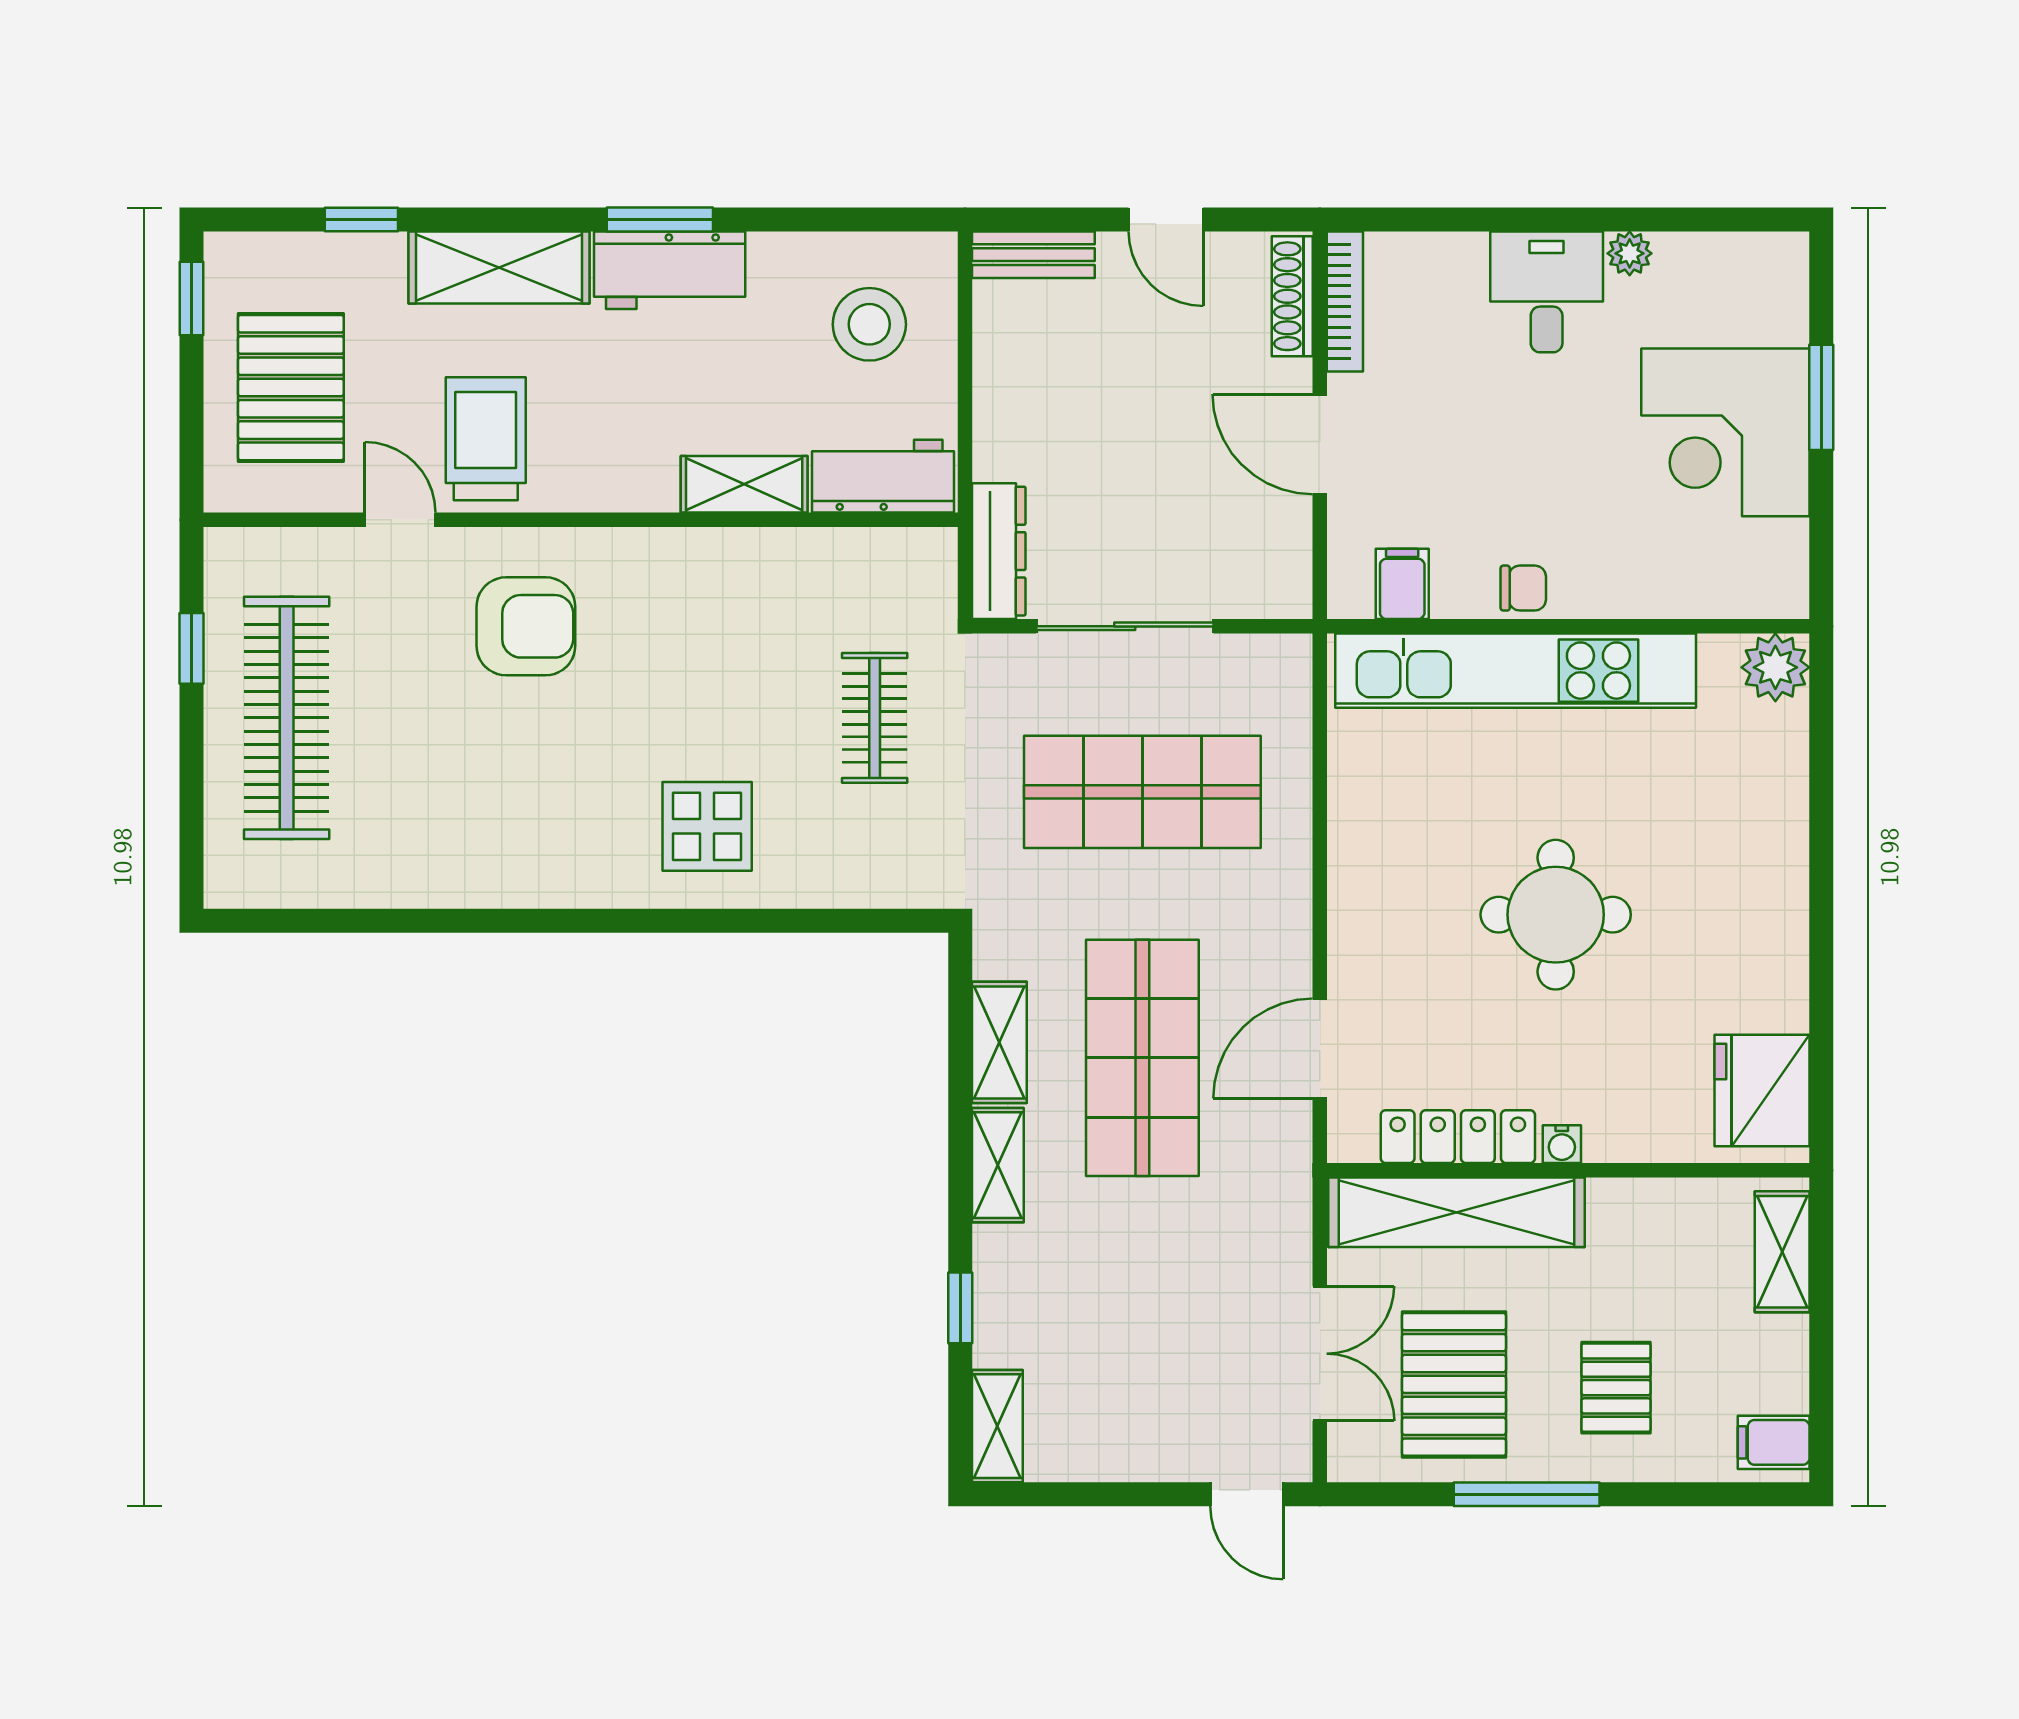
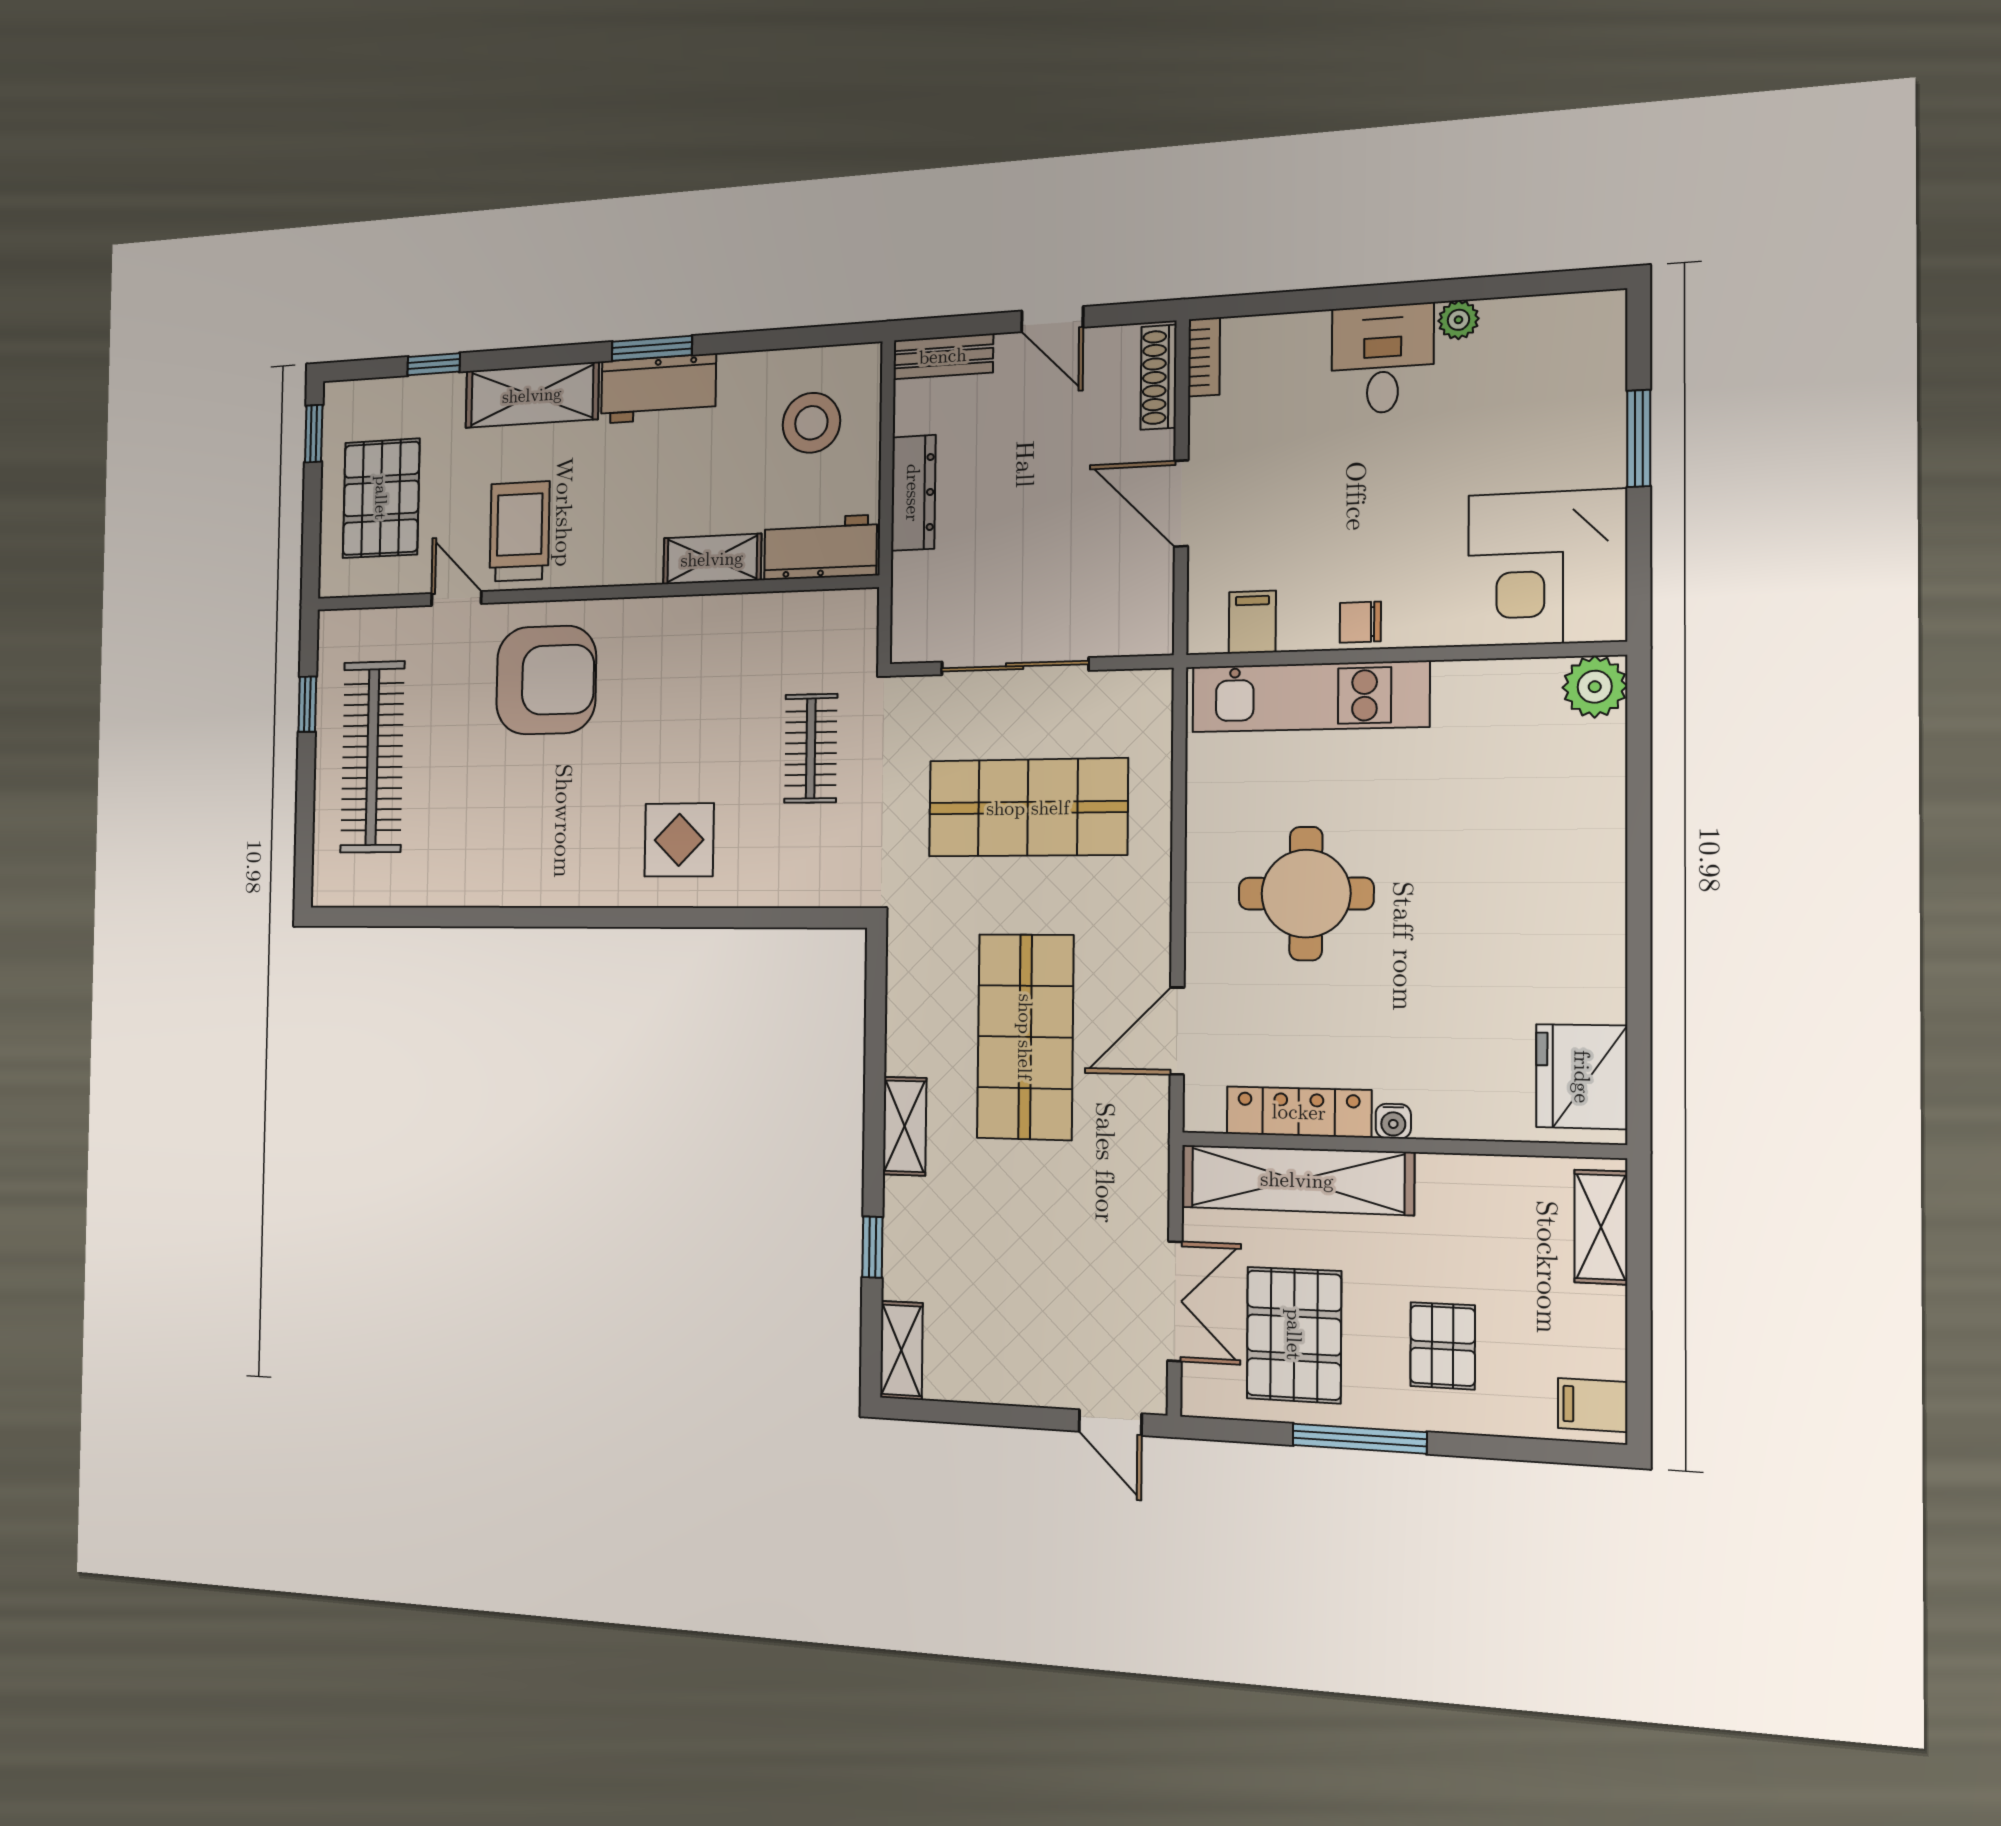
bookcase: (1345, 301) -> (1204, 357), width x0.64
corner desk: (1725, 432) -> (1547, 568), moved
dresser: (999, 551) -> (913, 493), moved
chair: (1523, 588) -> (1360, 622), turned 180
armchair: (526, 626) -> (546, 680), width x1.36, depth x1.36
kitchen unit: (1516, 671) -> (1310, 697), width x0.73
round table: (1556, 915) -> (1306, 894), moved
shelving: (999, 1042) -> (907, 1022), removed

